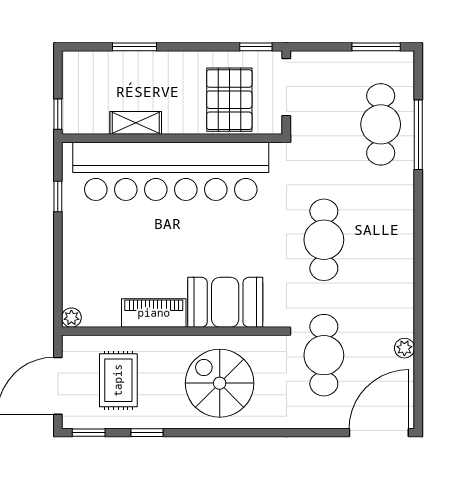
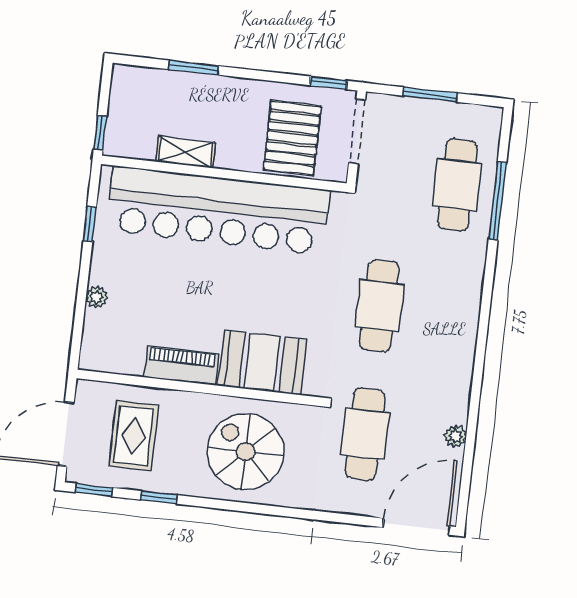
window: (376, 47) -> (431, 95), moved
plant: (71, 318) -> (97, 297), moved

